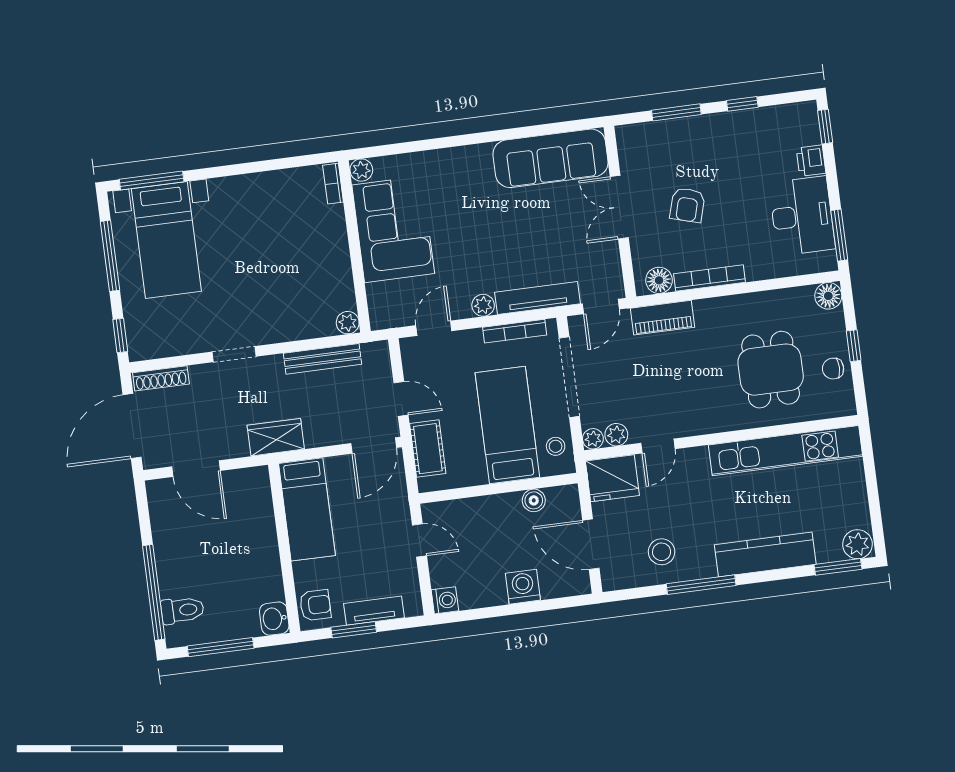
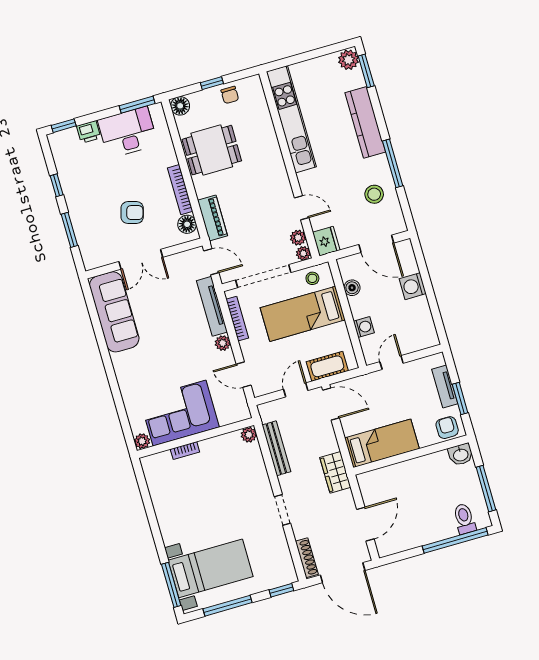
bookcase: (333, 184) -> (185, 451), moved
dining table: (771, 370) -> (212, 150), moved
fridge: (612, 478) -> (326, 241), width x0.73, depth x0.75
door: (591, 544) -> (376, 244), hinge flipped
washing machine: (445, 600) -> (364, 327), moved, turned 90

